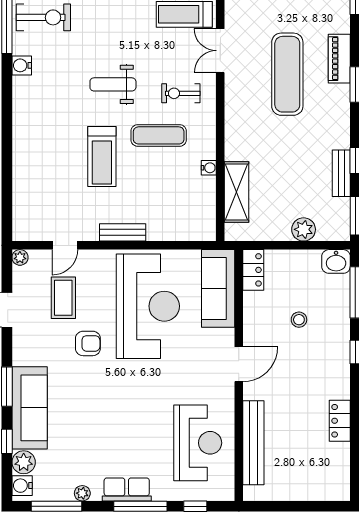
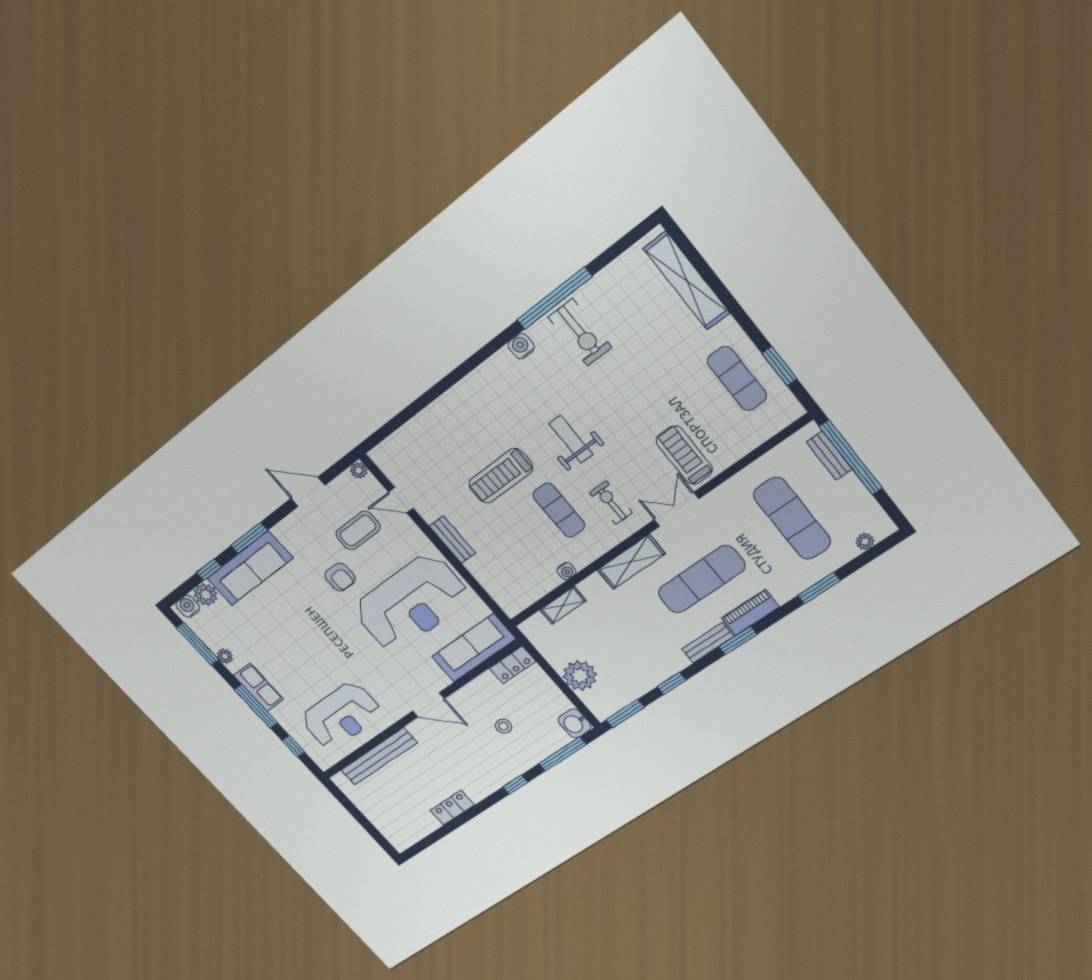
shelving: (236, 114) -> (631, 562), added
bench: (341, 173) -> (708, 643), moved
shelving: (237, 192) -> (563, 605), width x0.67, depth x0.75
plant: (304, 229) -> (580, 676), width x1.36, depth x1.36

